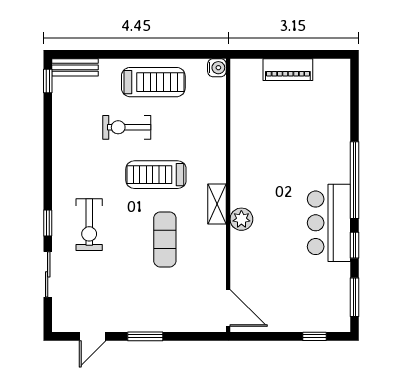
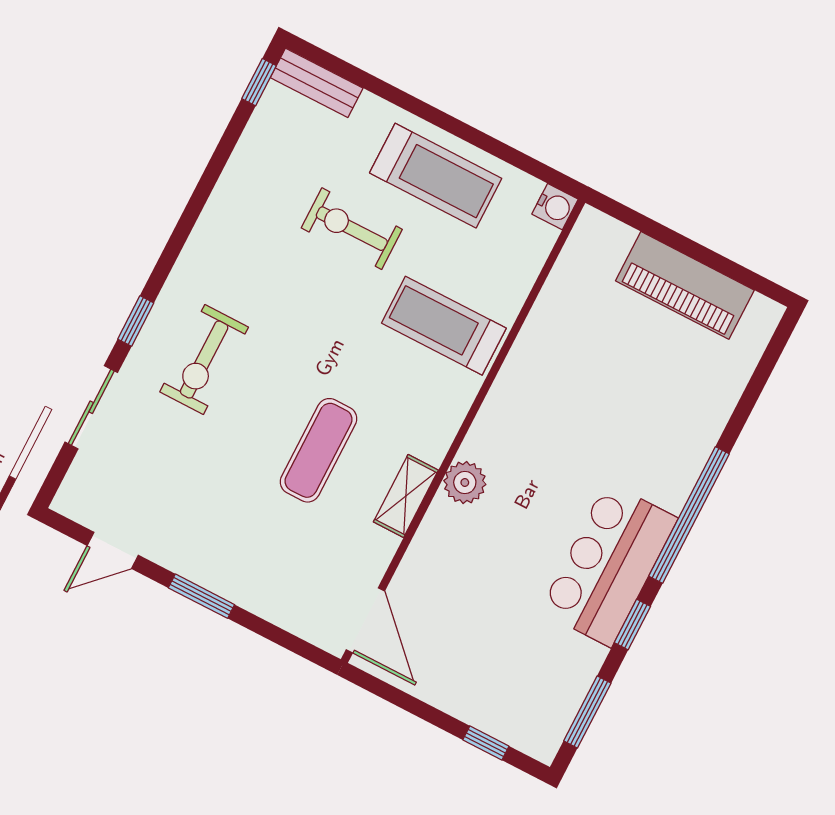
piano: (288, 70) -> (685, 285), width x1.37, depth x1.33
treadmill: (156, 175) -> (444, 326), moved
shelving: (217, 204) -> (406, 496), moved

